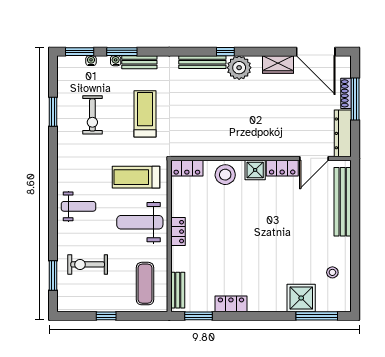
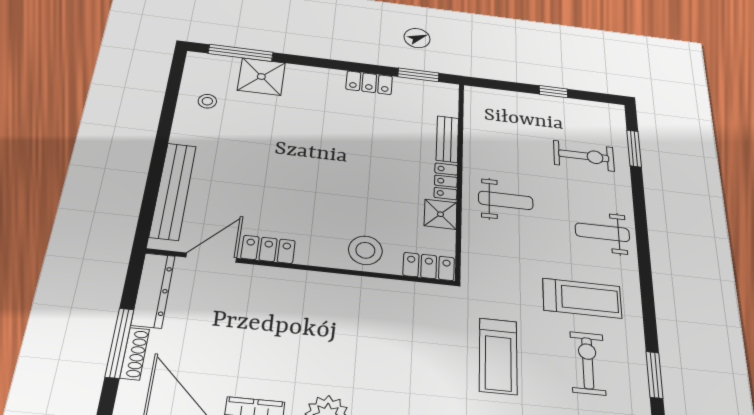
shower: (255, 170) -> (440, 214), moved
treadmill: (136, 177) -> (582, 298), moved
weight bench: (140, 222) -> (506, 200), width x0.73, depth x0.75
exercise mat: (145, 284) -> (497, 122), removed
bench: (178, 290) -> (447, 139), moved

